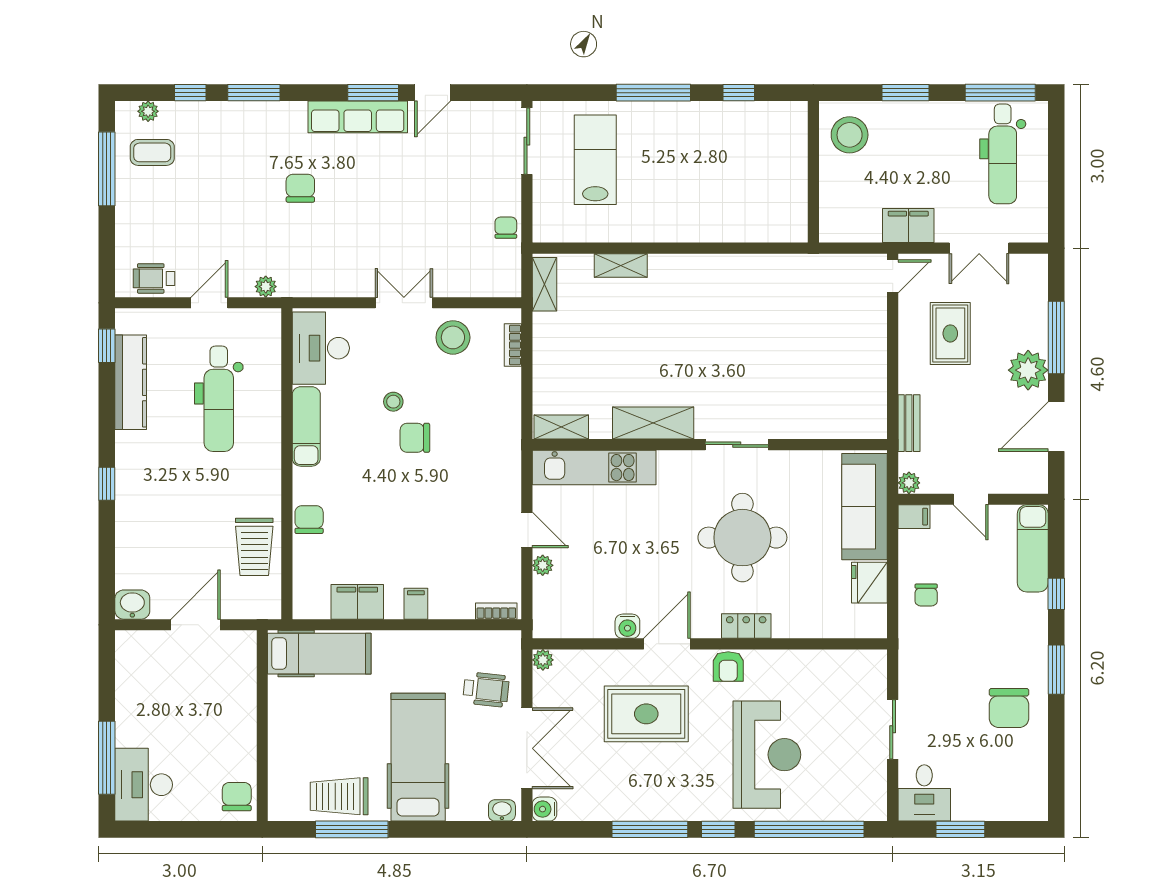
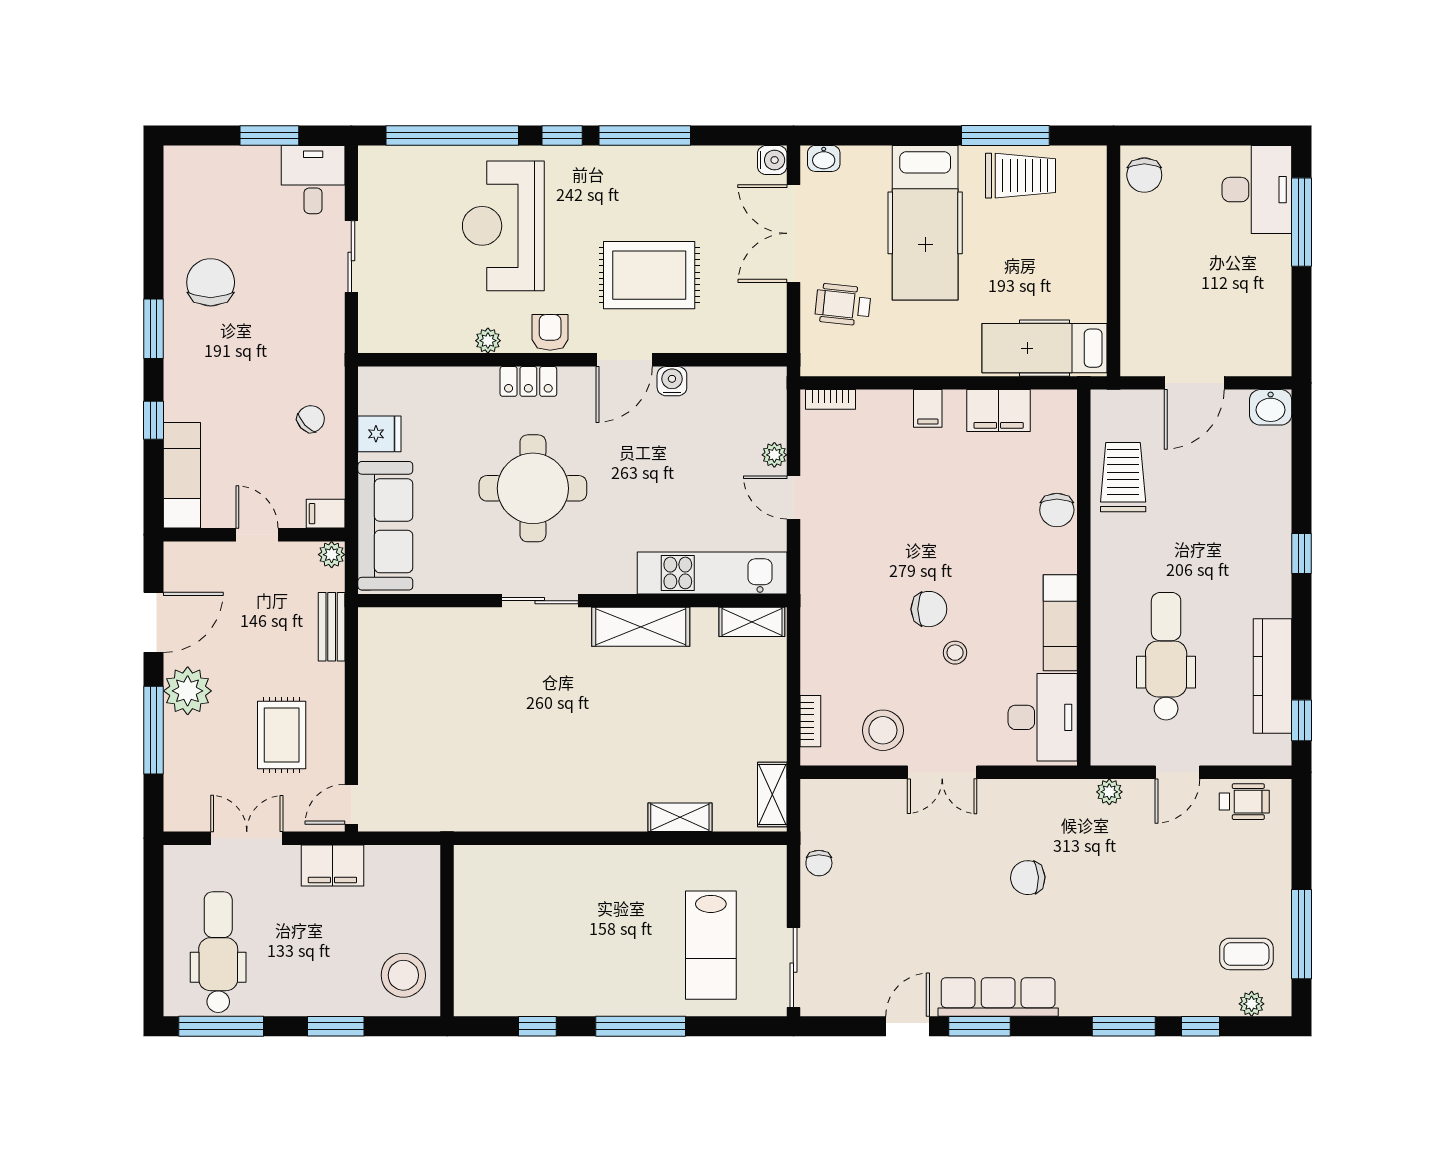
chair: (300, 188) -> (1028, 878), moved, turned 87
fridge: (869, 583) -> (379, 434), width x0.72
chair: (926, 595) -> (311, 419), turned 47
plant: (543, 660) -> (488, 341), moved

